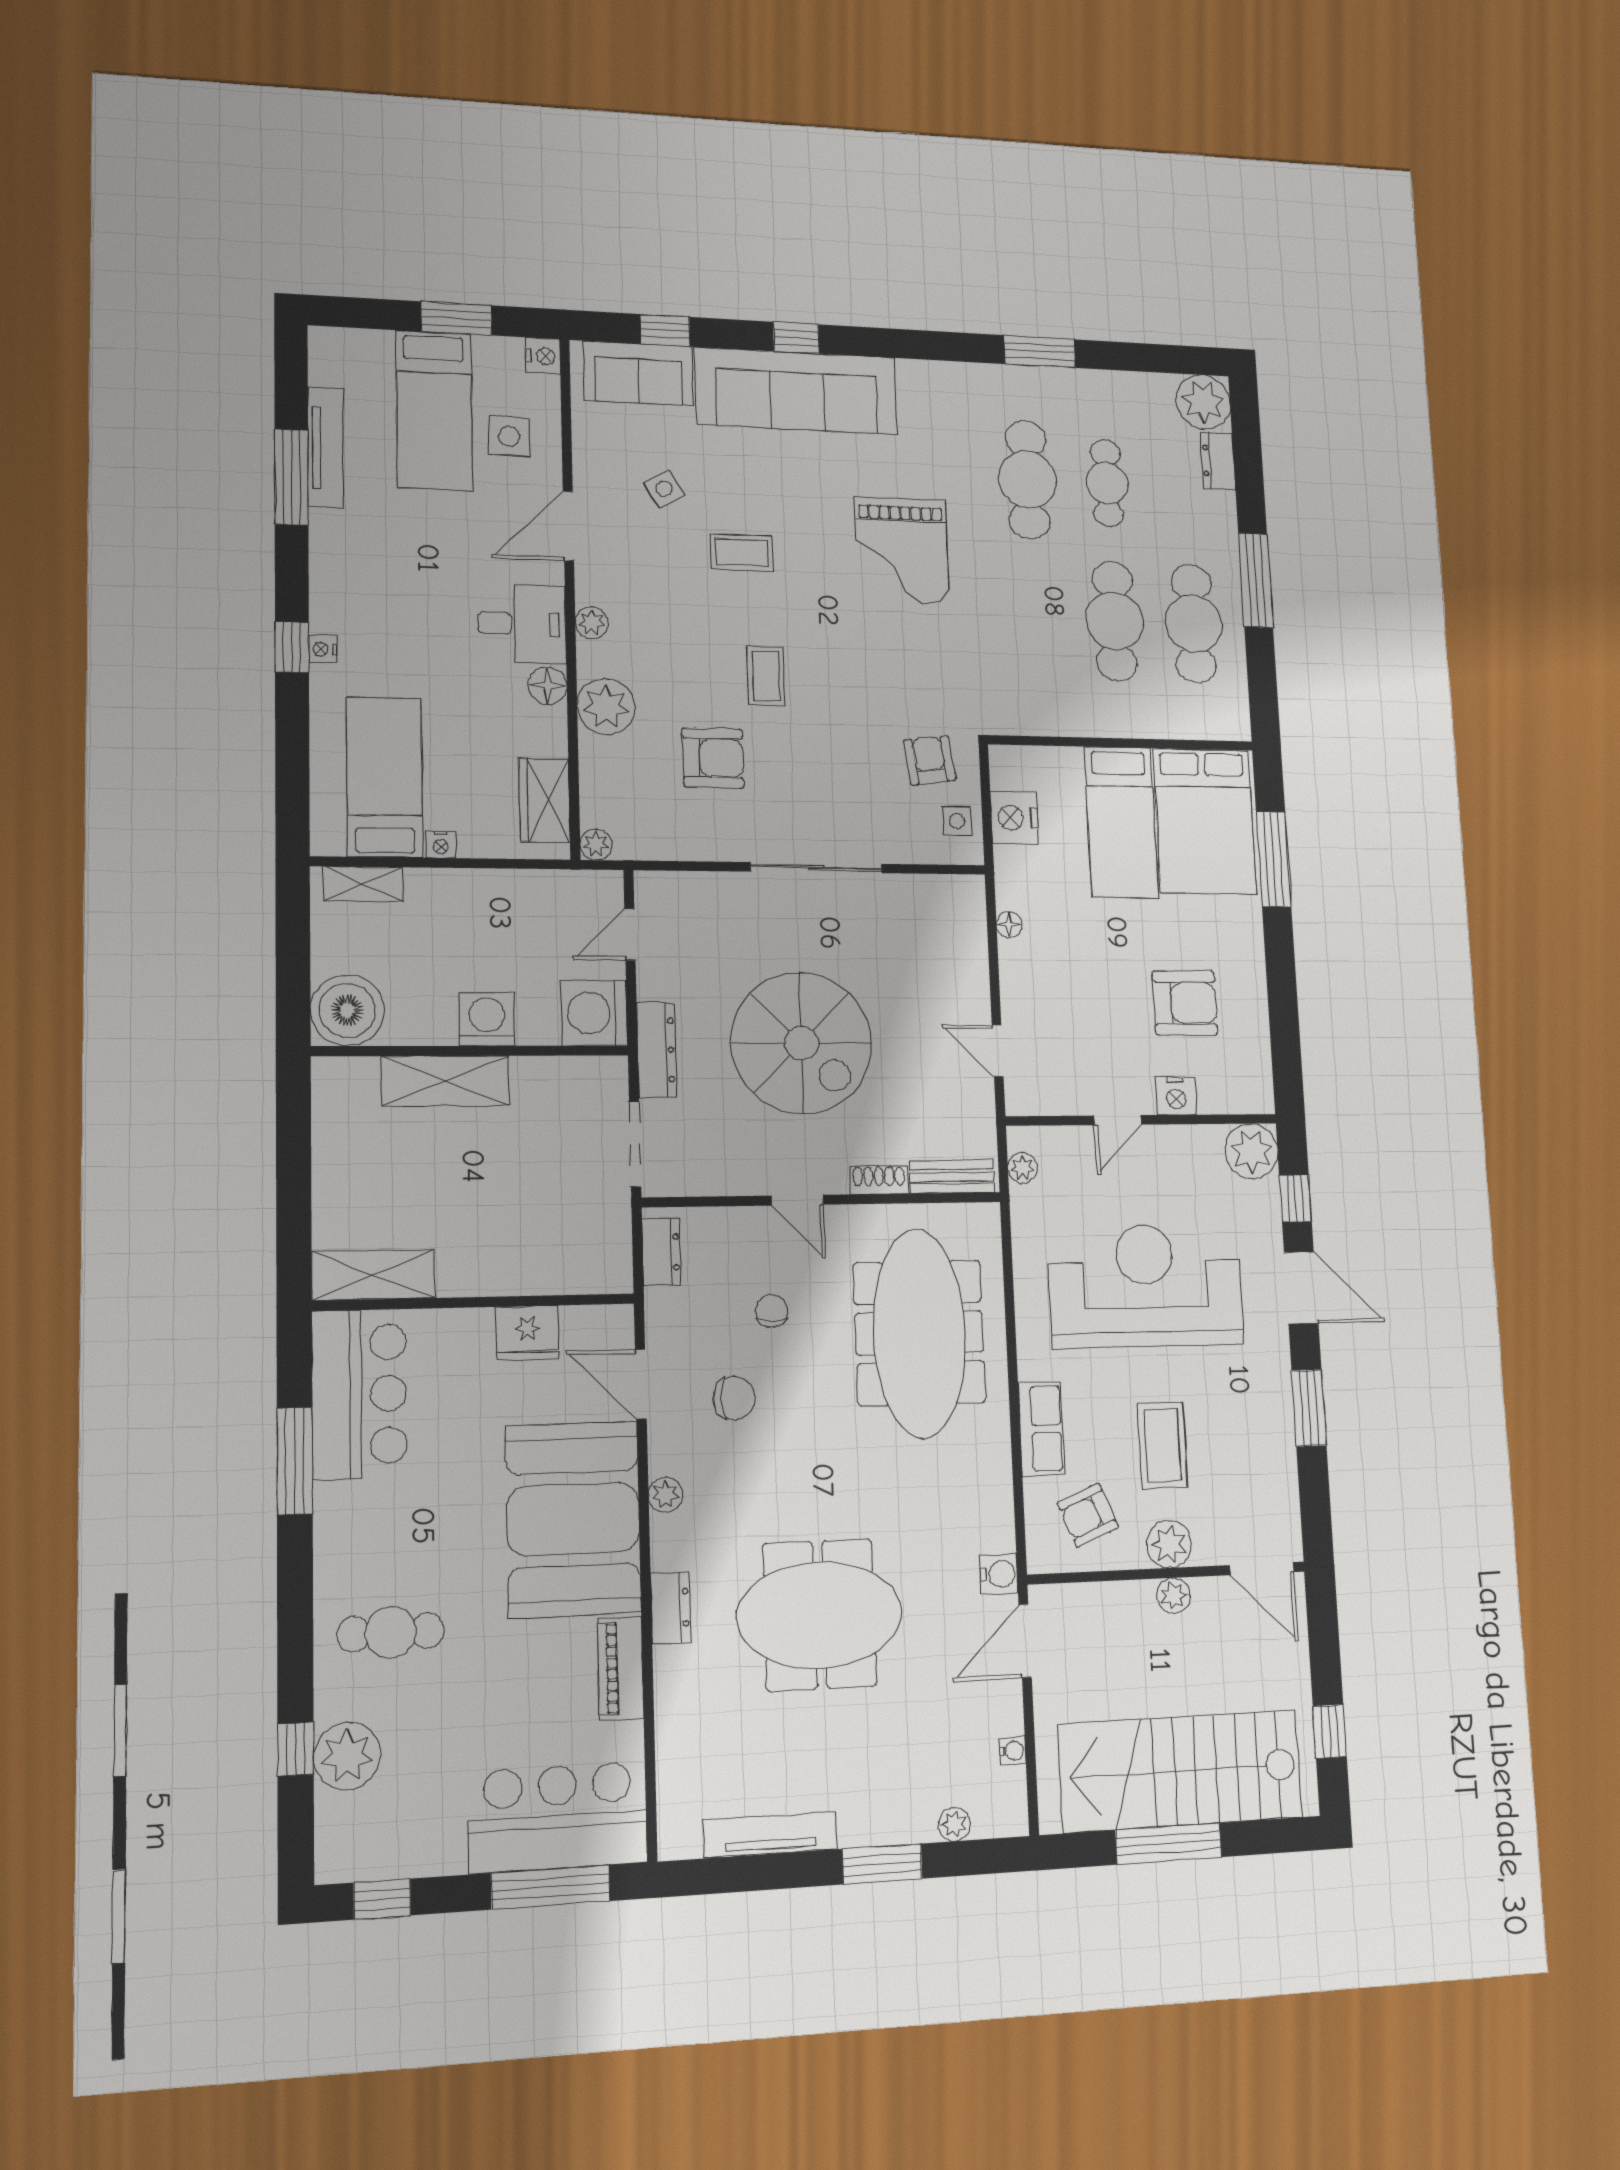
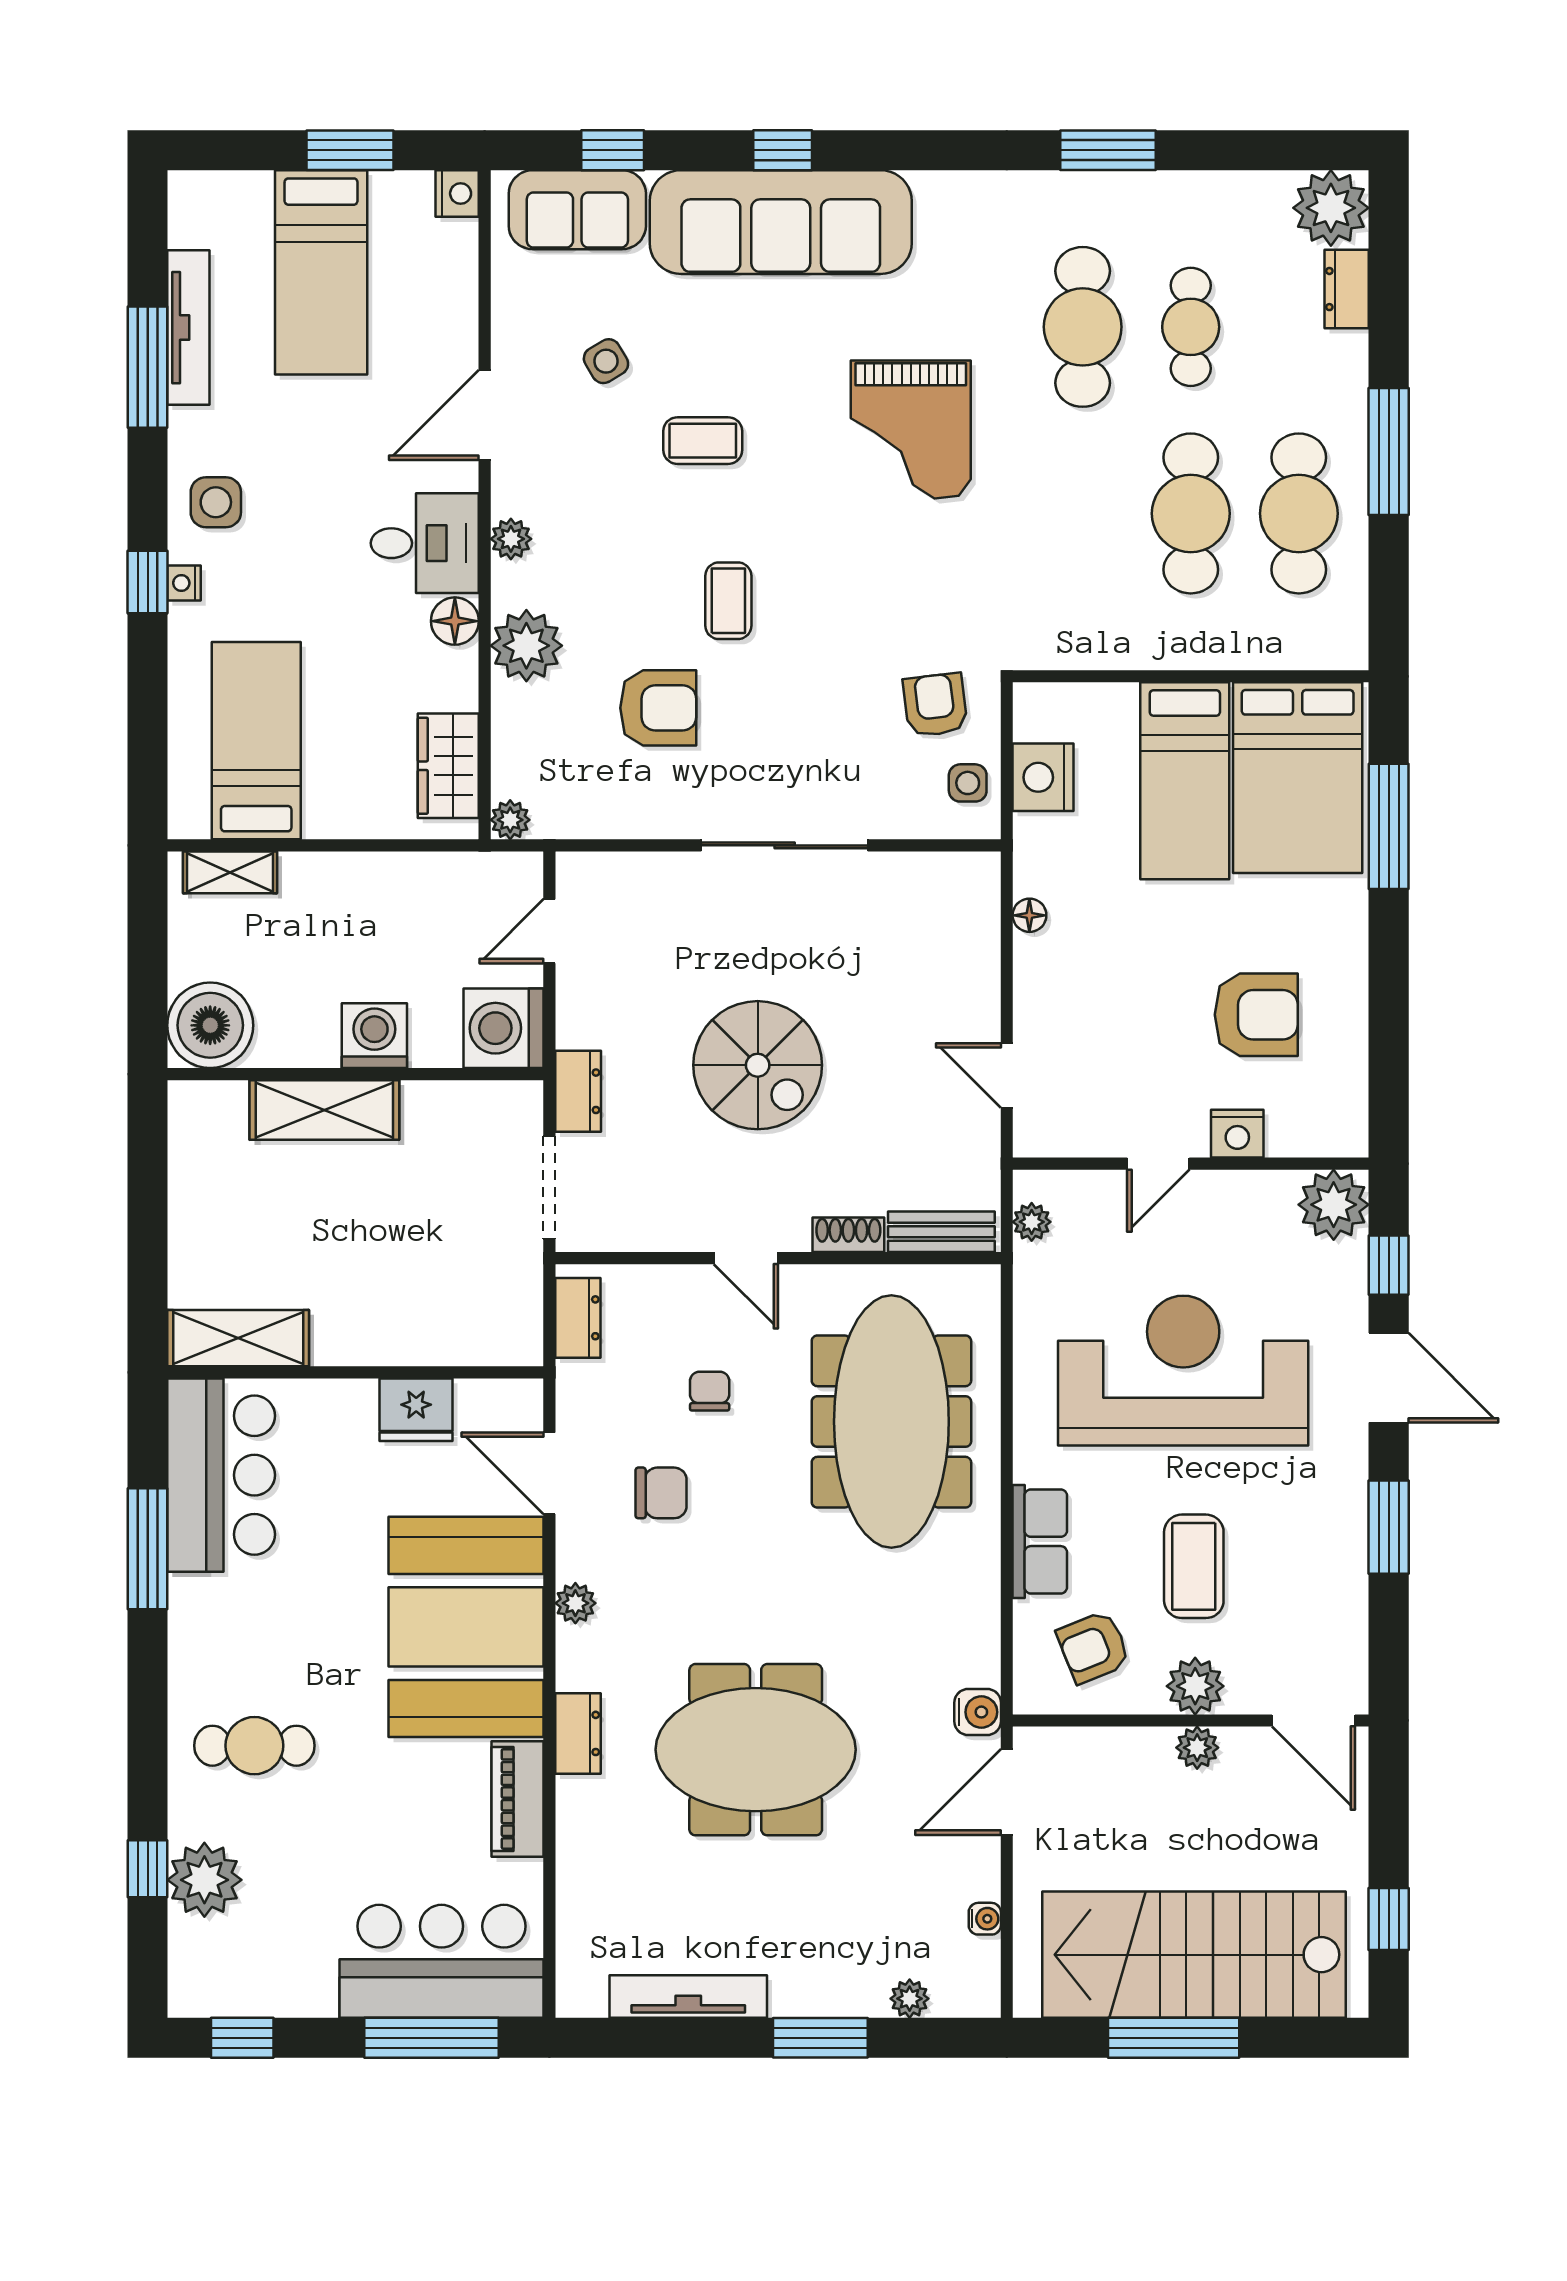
side table: (509, 436) -> (216, 502), moved
nightstand: (441, 845) -> (322, 823), removed
spiral stairs: (801, 1043) -> (758, 1065), width x0.73, depth x0.73
dresser: (656, 1050) -> (578, 1091), width x0.70

